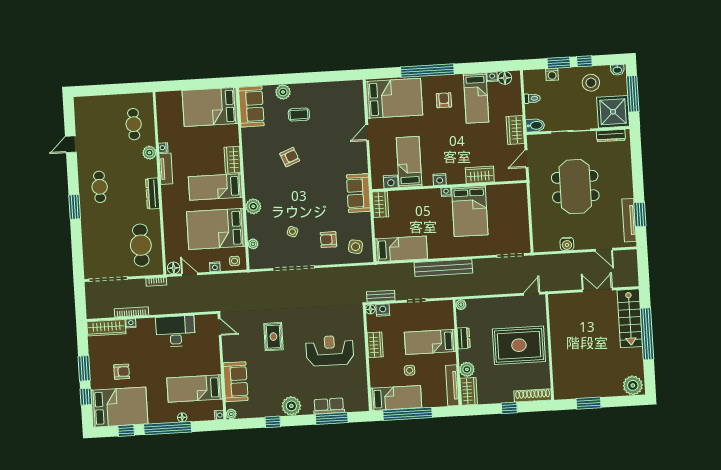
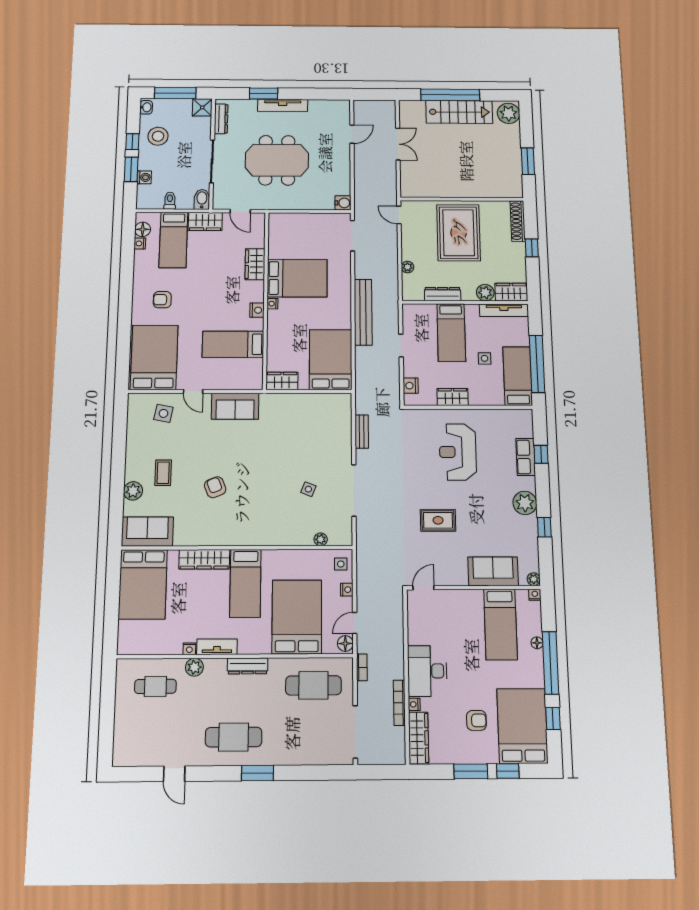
window: (427, 71) -> (125, 317), removed
bed: (476, 98) -> (173, 240), moved, turned 90
shower: (613, 112) -> (202, 107), width x0.54, depth x0.54
wardrobe: (233, 160) -> (204, 559), width x1.50
nightstand: (391, 182) -> (255, 367), removed
cafe table: (100, 187) -> (234, 737), width x1.37, depth x1.35
sofa: (358, 193) -> (235, 406), moved
plant: (253, 206) -> (273, 536), removed
window: (640, 214) -> (264, 94), moved
tv unit: (629, 220) -> (283, 105), moved
bed: (216, 229) -> (297, 617), moved, turned 180
armchair: (328, 240) -> (321, 446), removed
water cooler: (567, 244) -> (343, 203), moved
side table: (356, 247) -> (163, 413), moved
bed: (401, 249) -> (331, 360), width x1.50
double door: (597, 290) -> (398, 144), swing flipped
bench: (381, 296) -> (362, 432), moved
plant: (461, 305) -> (408, 267), moved
floor lamp: (370, 309) -> (409, 400), removed
stairs: (630, 318) -> (459, 112), moved
desk: (175, 331) -> (427, 671), moved
dresser: (464, 338) -> (443, 294), width x1.44
armchair: (122, 372) -> (476, 720), turned 90
window: (332, 418) -> (541, 454), width x0.46

